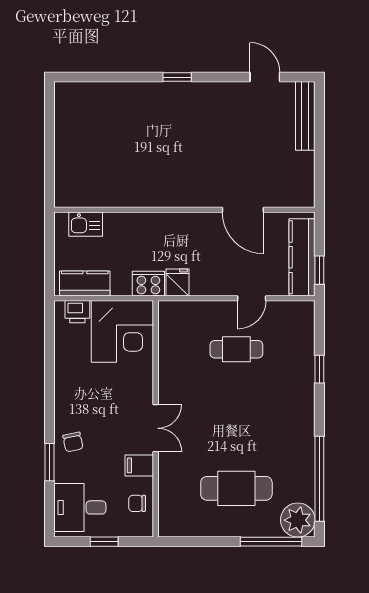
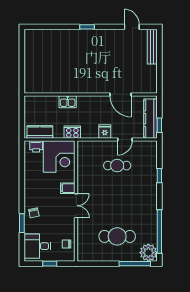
kitchen sink: (86, 224) -> (68, 102), moved
fridge: (178, 282) -> (105, 132), moved
filing cabinet: (139, 465) -> (68, 188), moved

